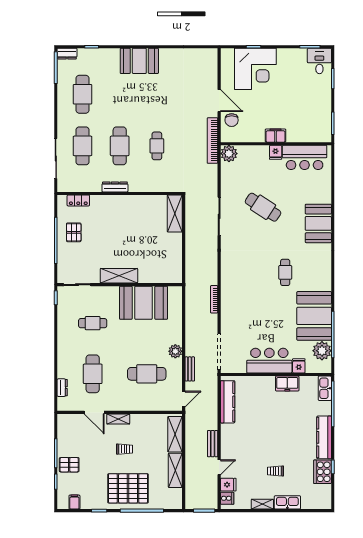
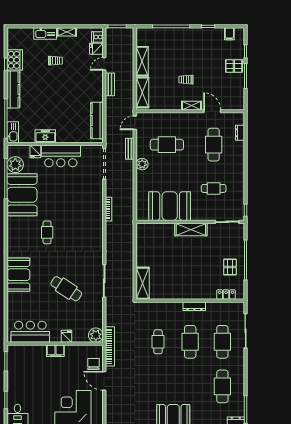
fridge: (276, 152) -> (66, 336), moved
pallet: (128, 488) -> (183, 46), removed

